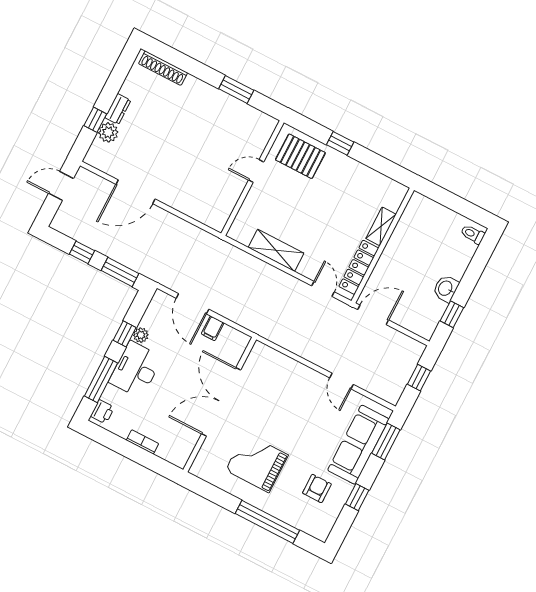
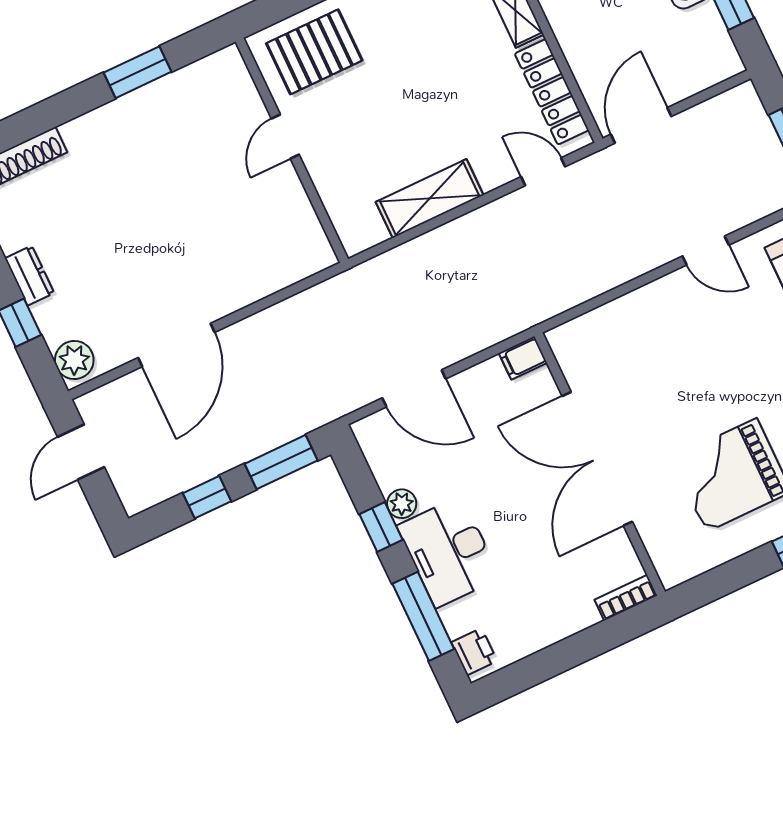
plant: (108, 132) -> (74, 360), moved
filing cabinet: (213, 328) -> (523, 358), moved, turned 90
bookcase: (142, 442) -> (626, 598), moved

